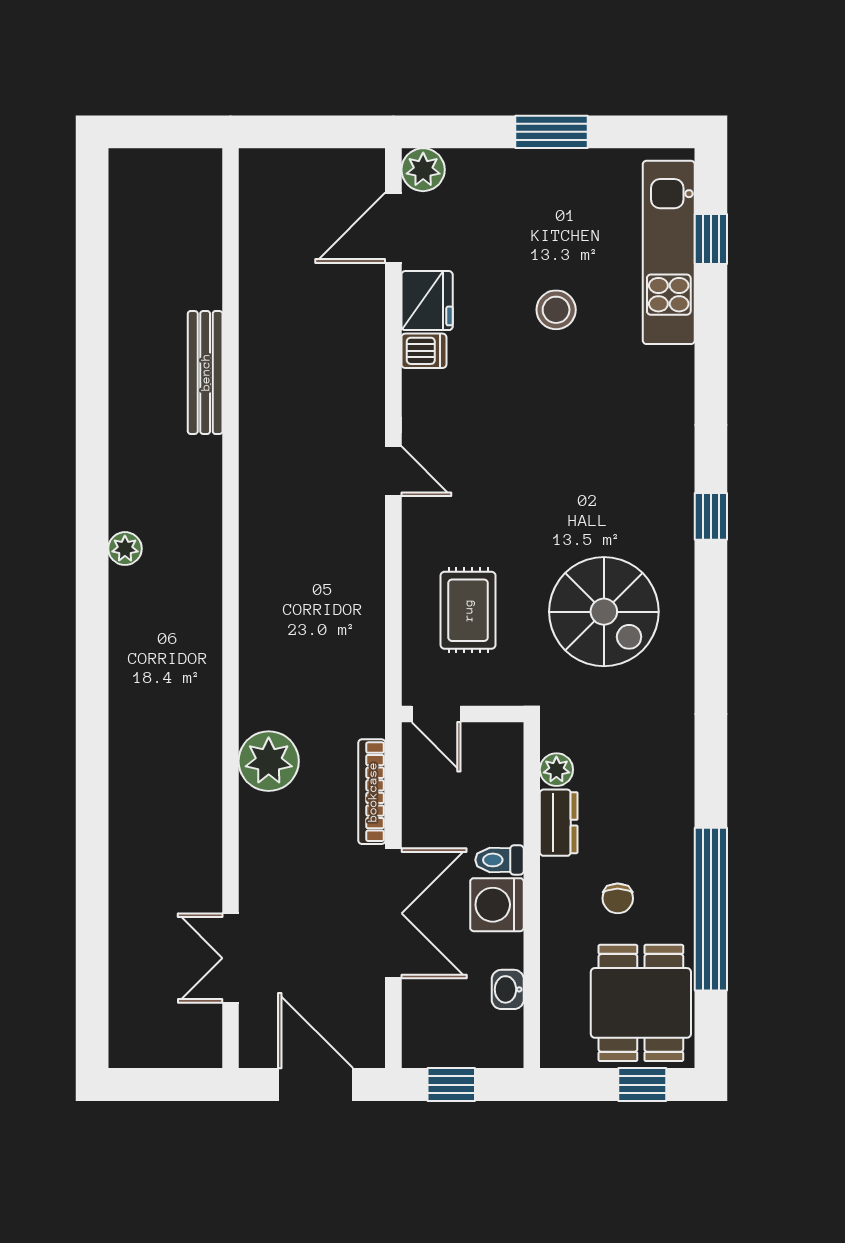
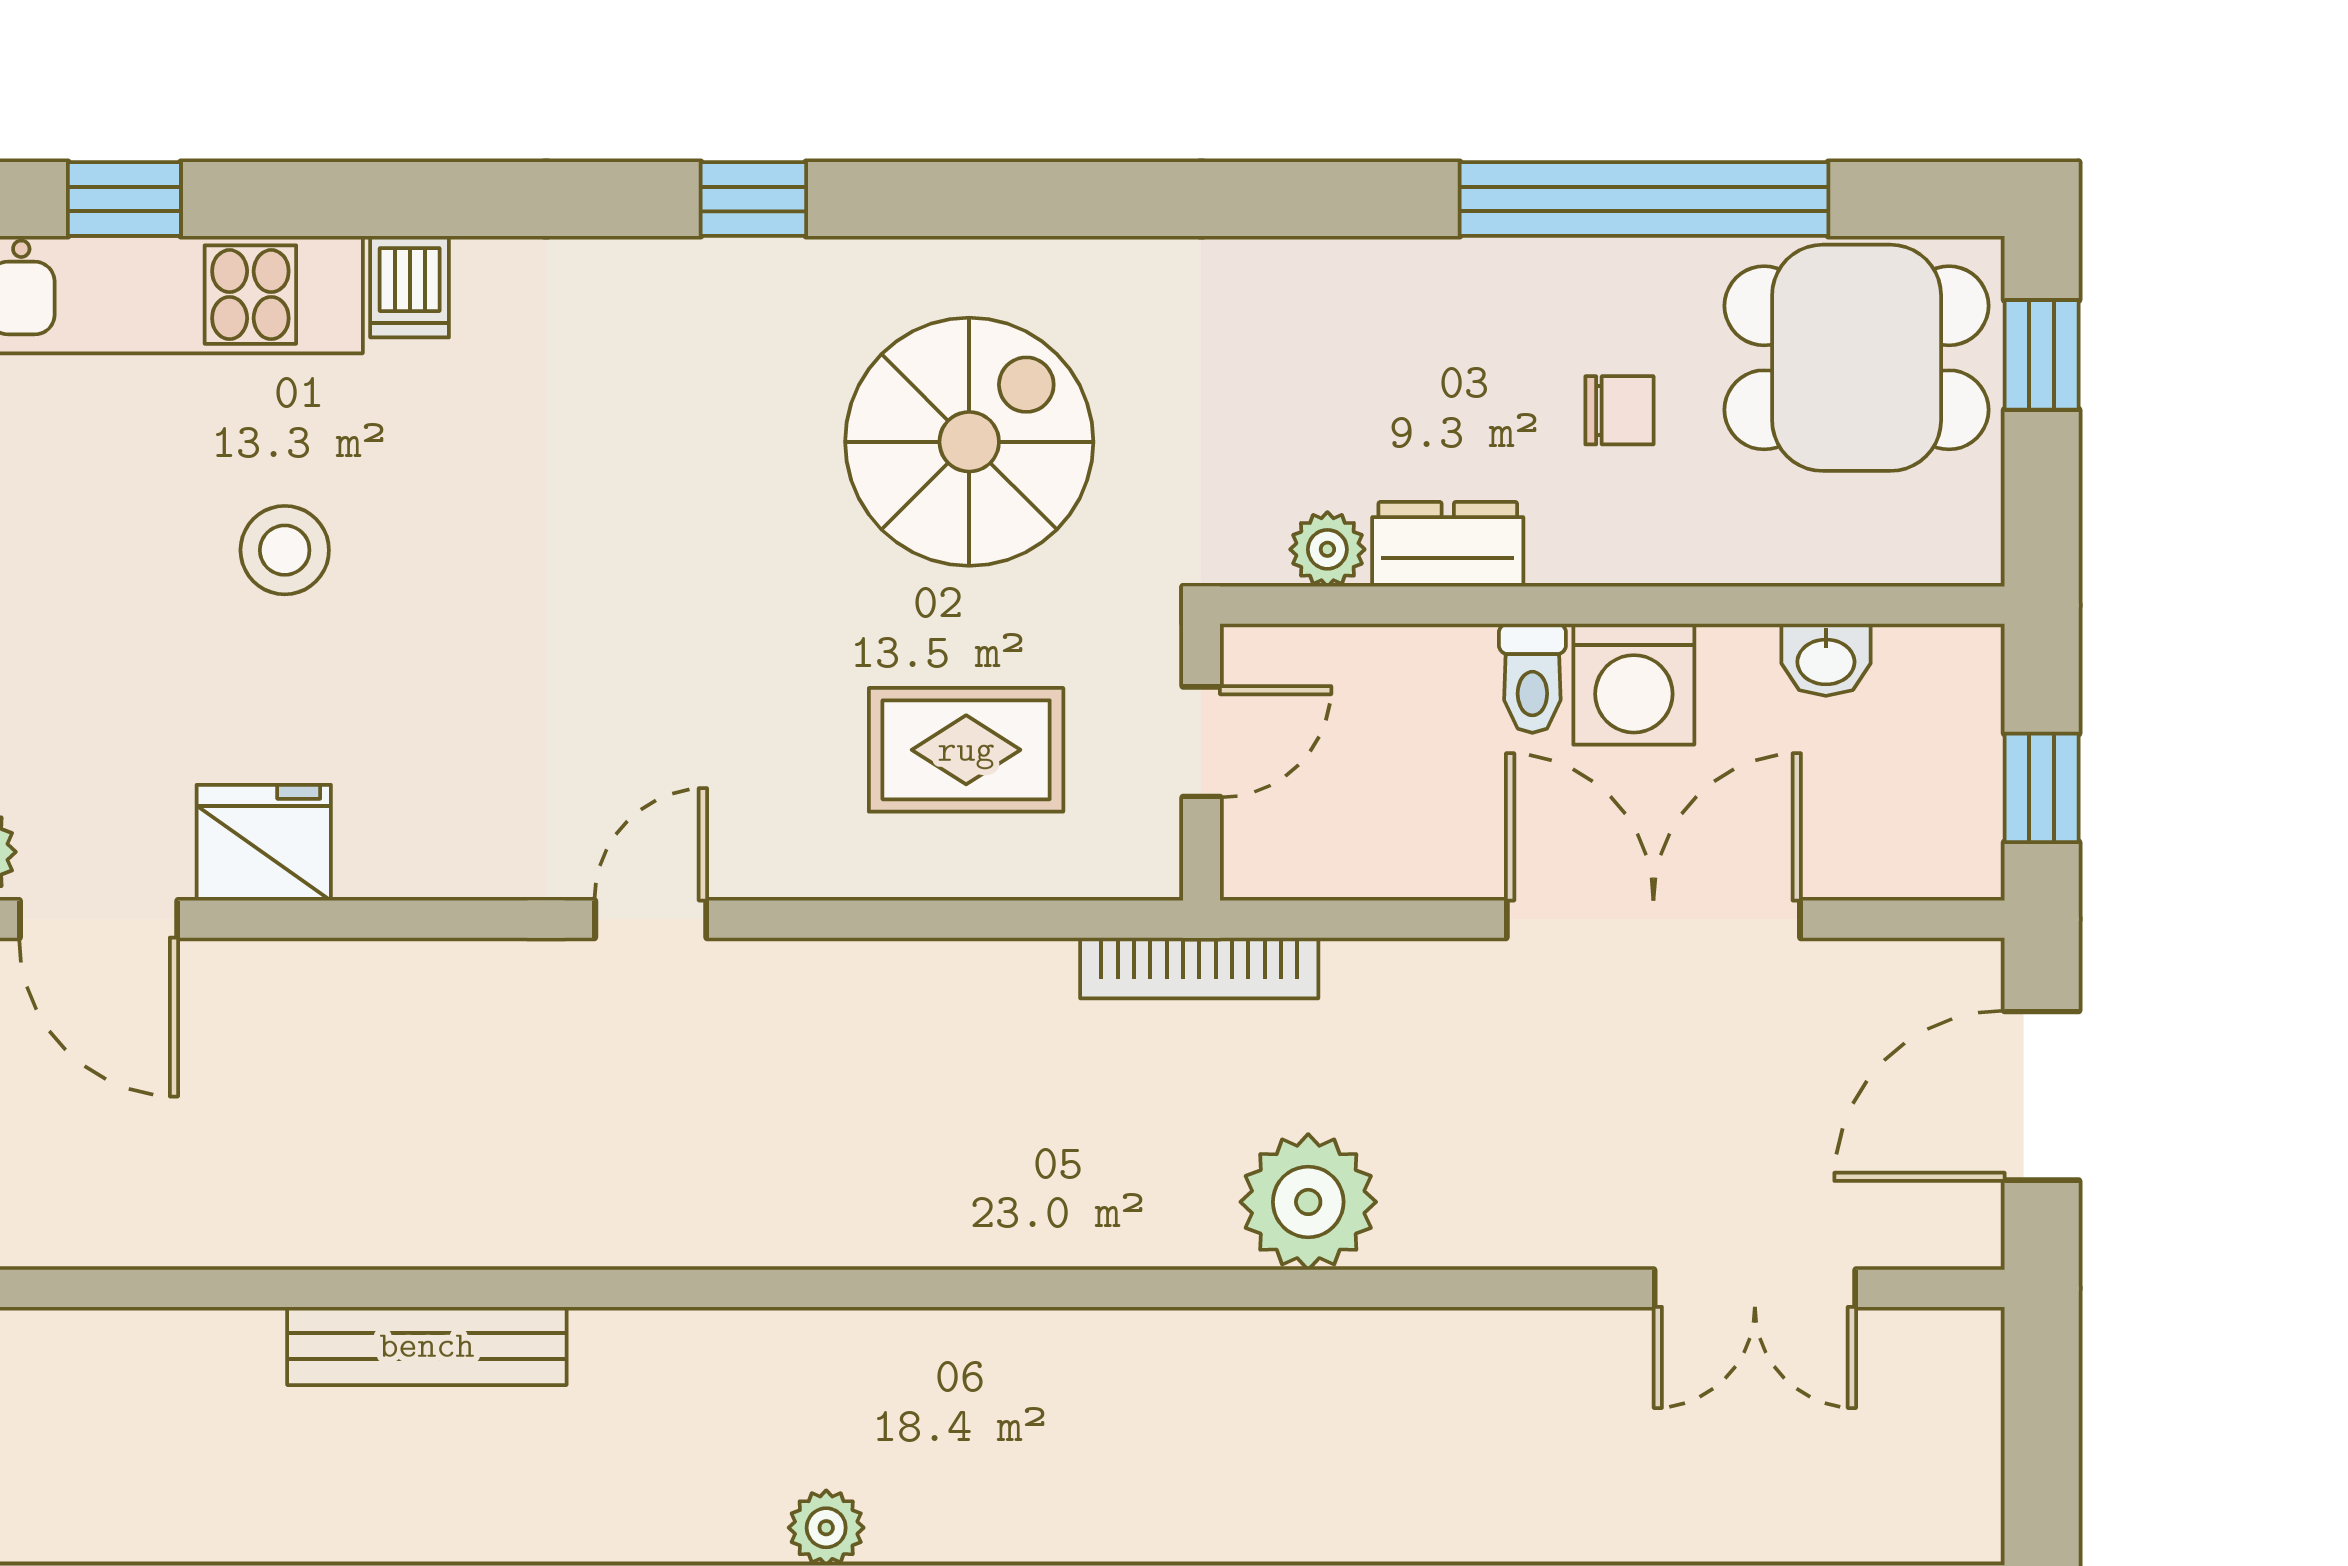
dishwasher: (424, 351) -> (410, 287), moved, turned 180
door: (436, 714) -> (1201, 742), moved
bookcase: (372, 792) -> (1199, 968), moved

